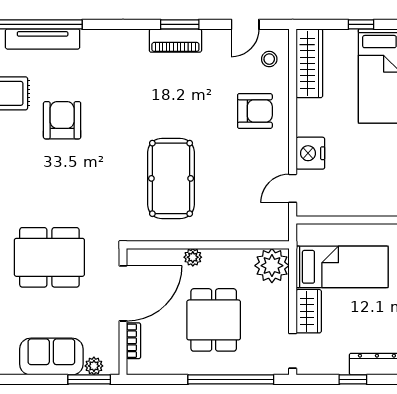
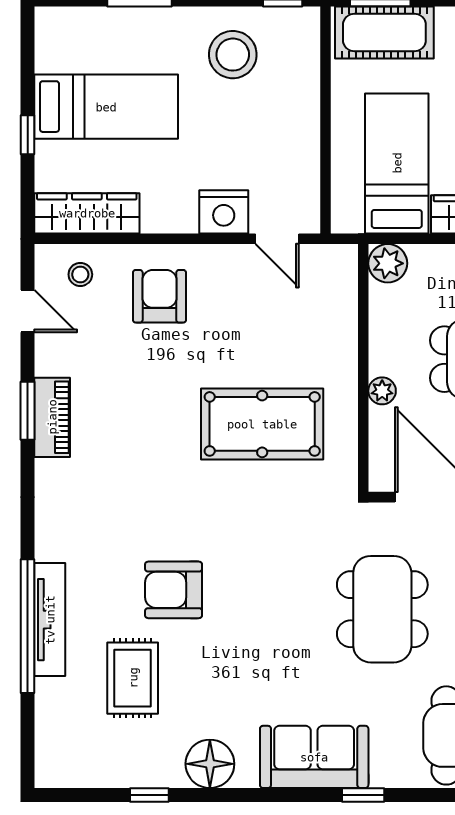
plant: (272, 266) -> (388, 263), width x0.73, depth x0.73

